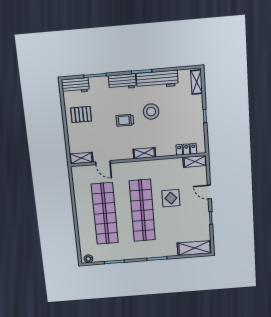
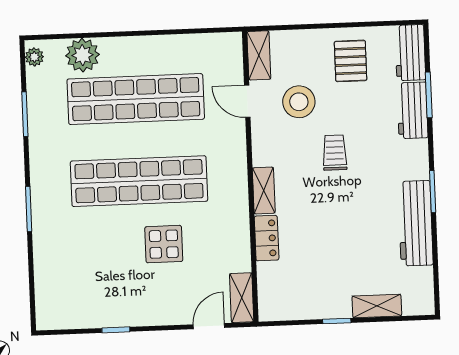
workbench: (122, 82) -> (412, 110), moved
shelving: (197, 82) -> (377, 306), moved
stool: (151, 112) -> (299, 102), moved
locker: (186, 149) -> (267, 238), moved
door: (103, 163) -> (247, 101), hinge flipped
door: (209, 192) -> (209, 326), moved
plant: (86, 238) -> (82, 55), added
shelving: (194, 248) -> (49, 293), removed

